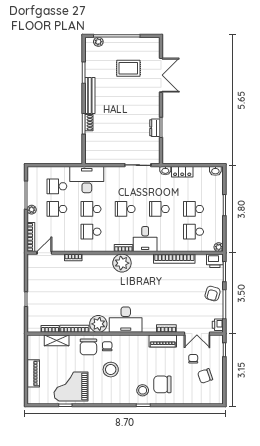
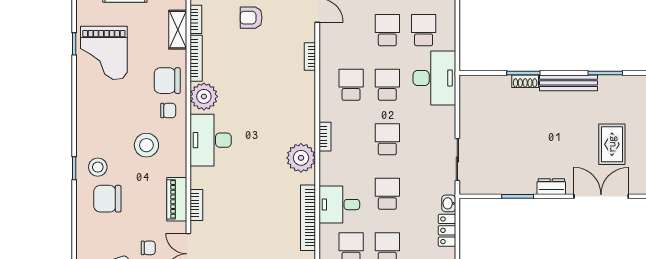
double door: (161, 75) -> (601, 196), swing flipped
dresser: (155, 128) -> (551, 187), moved
desk: (145, 239) -> (339, 205), moved
plant: (122, 263) -> (301, 158), moved
armchair: (49, 294) -> (251, 18), added
stool: (111, 370) -> (146, 145), moved
chair: (162, 384) -> (107, 199), turned -90
grand piano: (71, 387) -> (104, 53), turned 180

